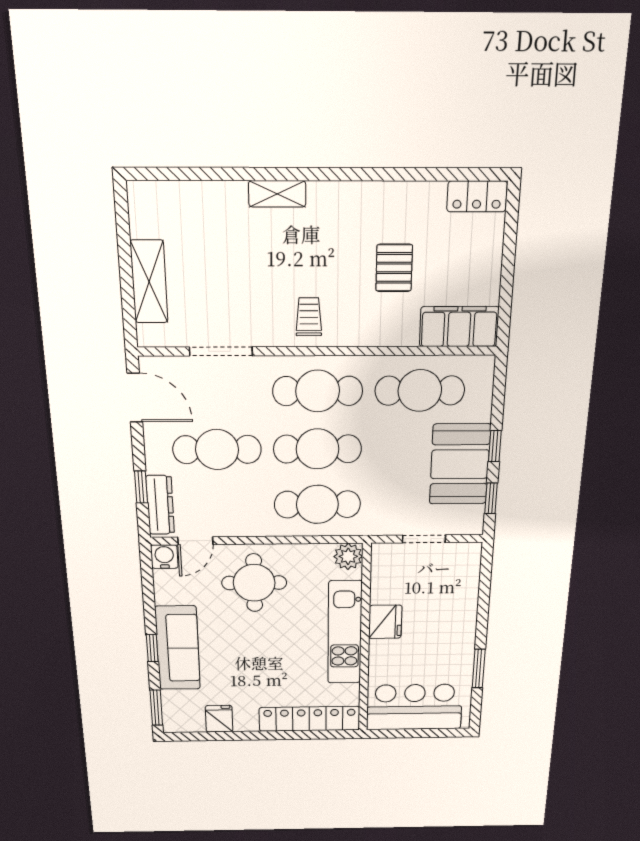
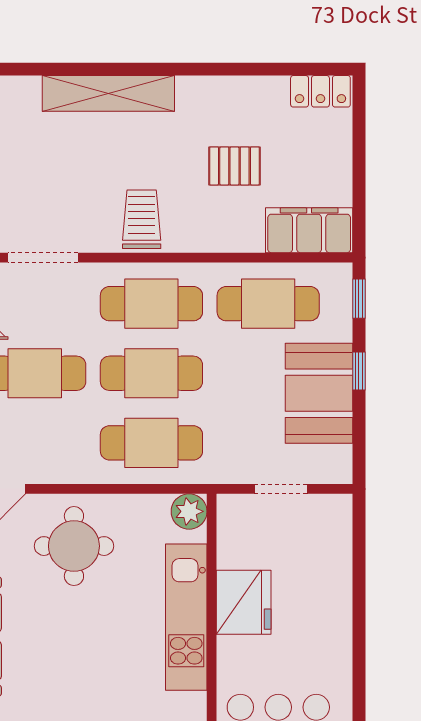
shelving: (277, 194) -> (108, 93), width x2.20, depth x1.33
pallet: (394, 268) -> (234, 166), turned 90
trolley: (309, 317) -> (142, 219), width x1.36, depth x1.39
window: (491, 498) -> (359, 299), moved
fridge: (385, 622) -> (244, 602), width x1.36, depth x1.34
window: (479, 669) -> (359, 672), removed

